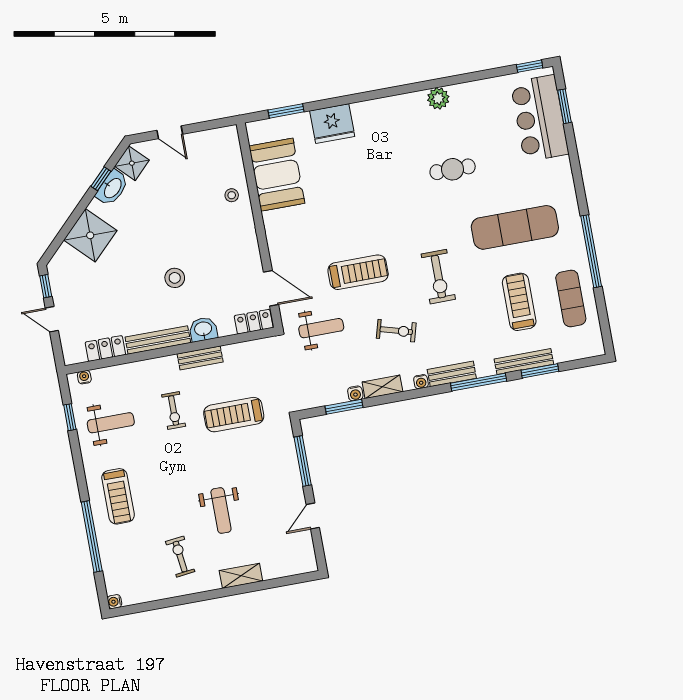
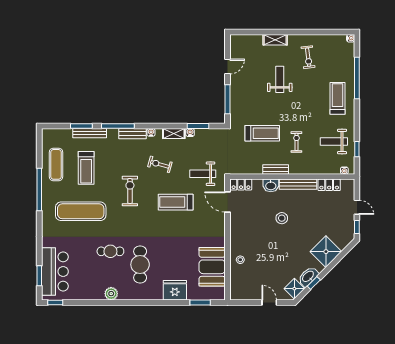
cafe table: (399, 156) -> (140, 265), added

